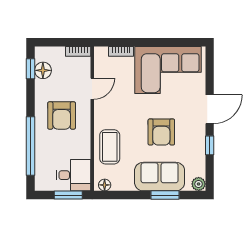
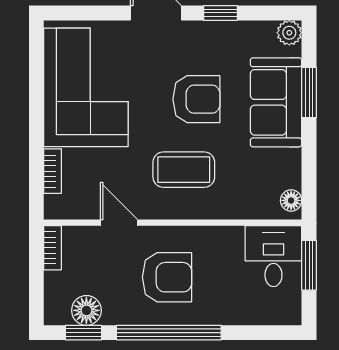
window: (31, 146) -> (169, 333), moved
coffee table: (110, 147) -> (184, 170), moved

